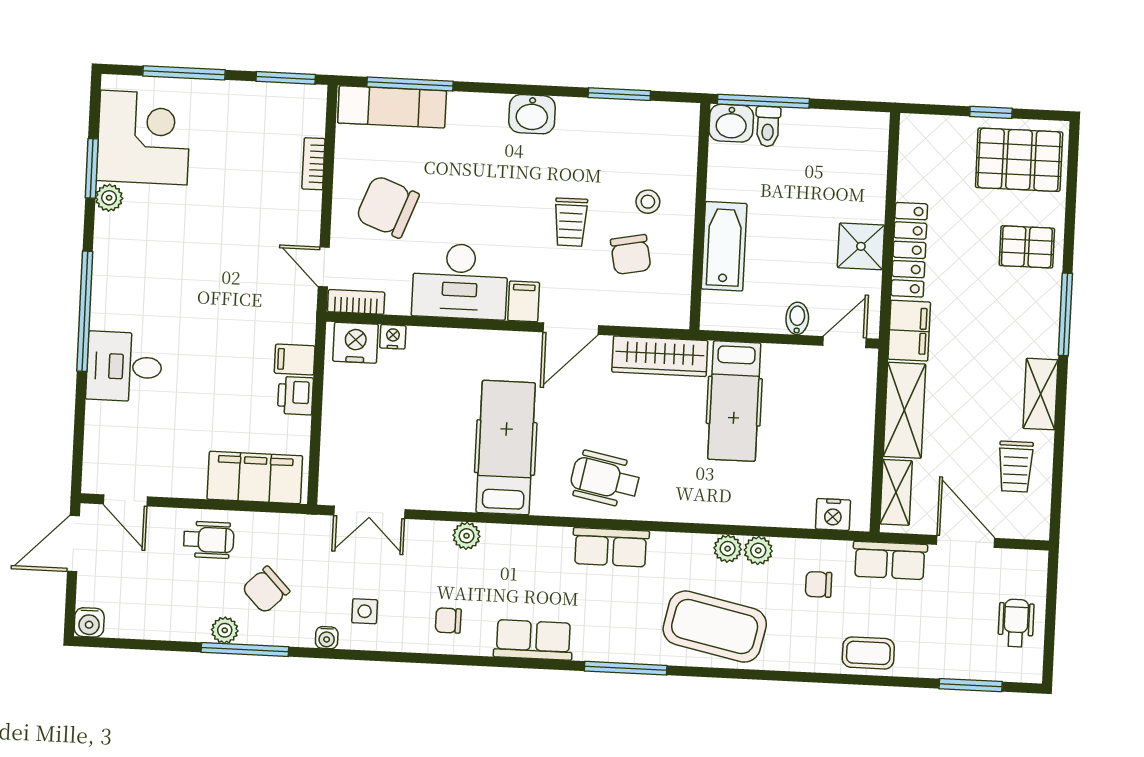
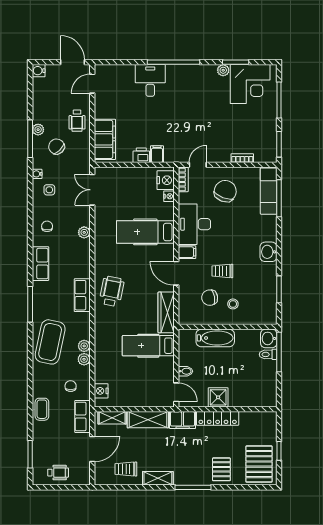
hospital bed: (506, 448) -> (145, 232), moved, turned 180

